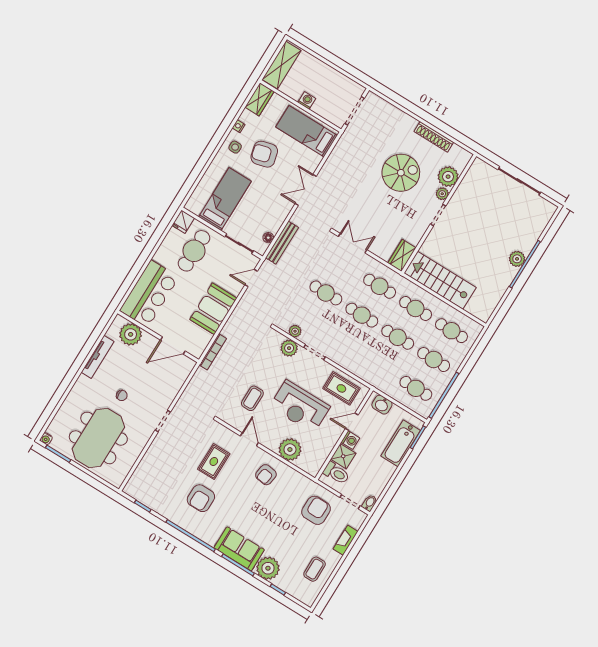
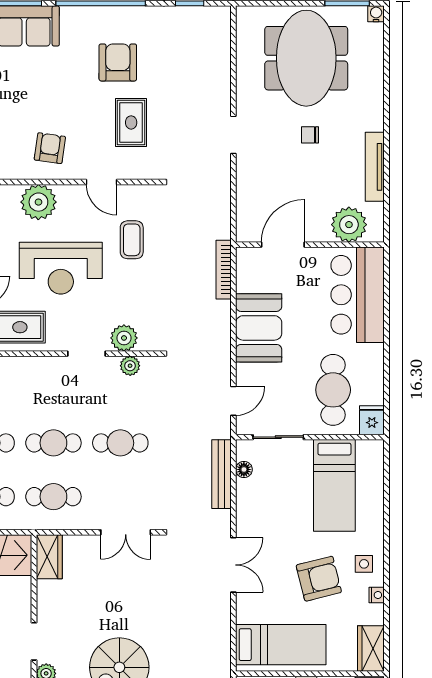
reception desk: (300, 407) -> (61, 268), turned 180

